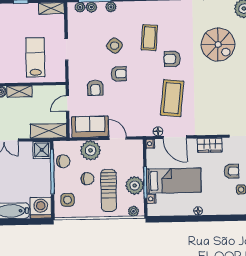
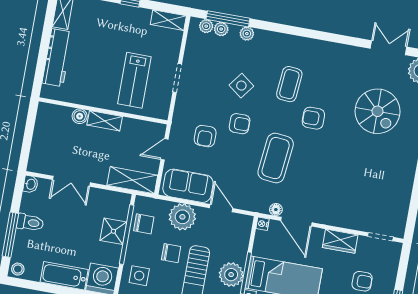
lab bench: (35, 57) -> (134, 80), turned 180
coffee table: (172, 98) -> (276, 158), moved
shower: (42, 150) -> (113, 231), moved

